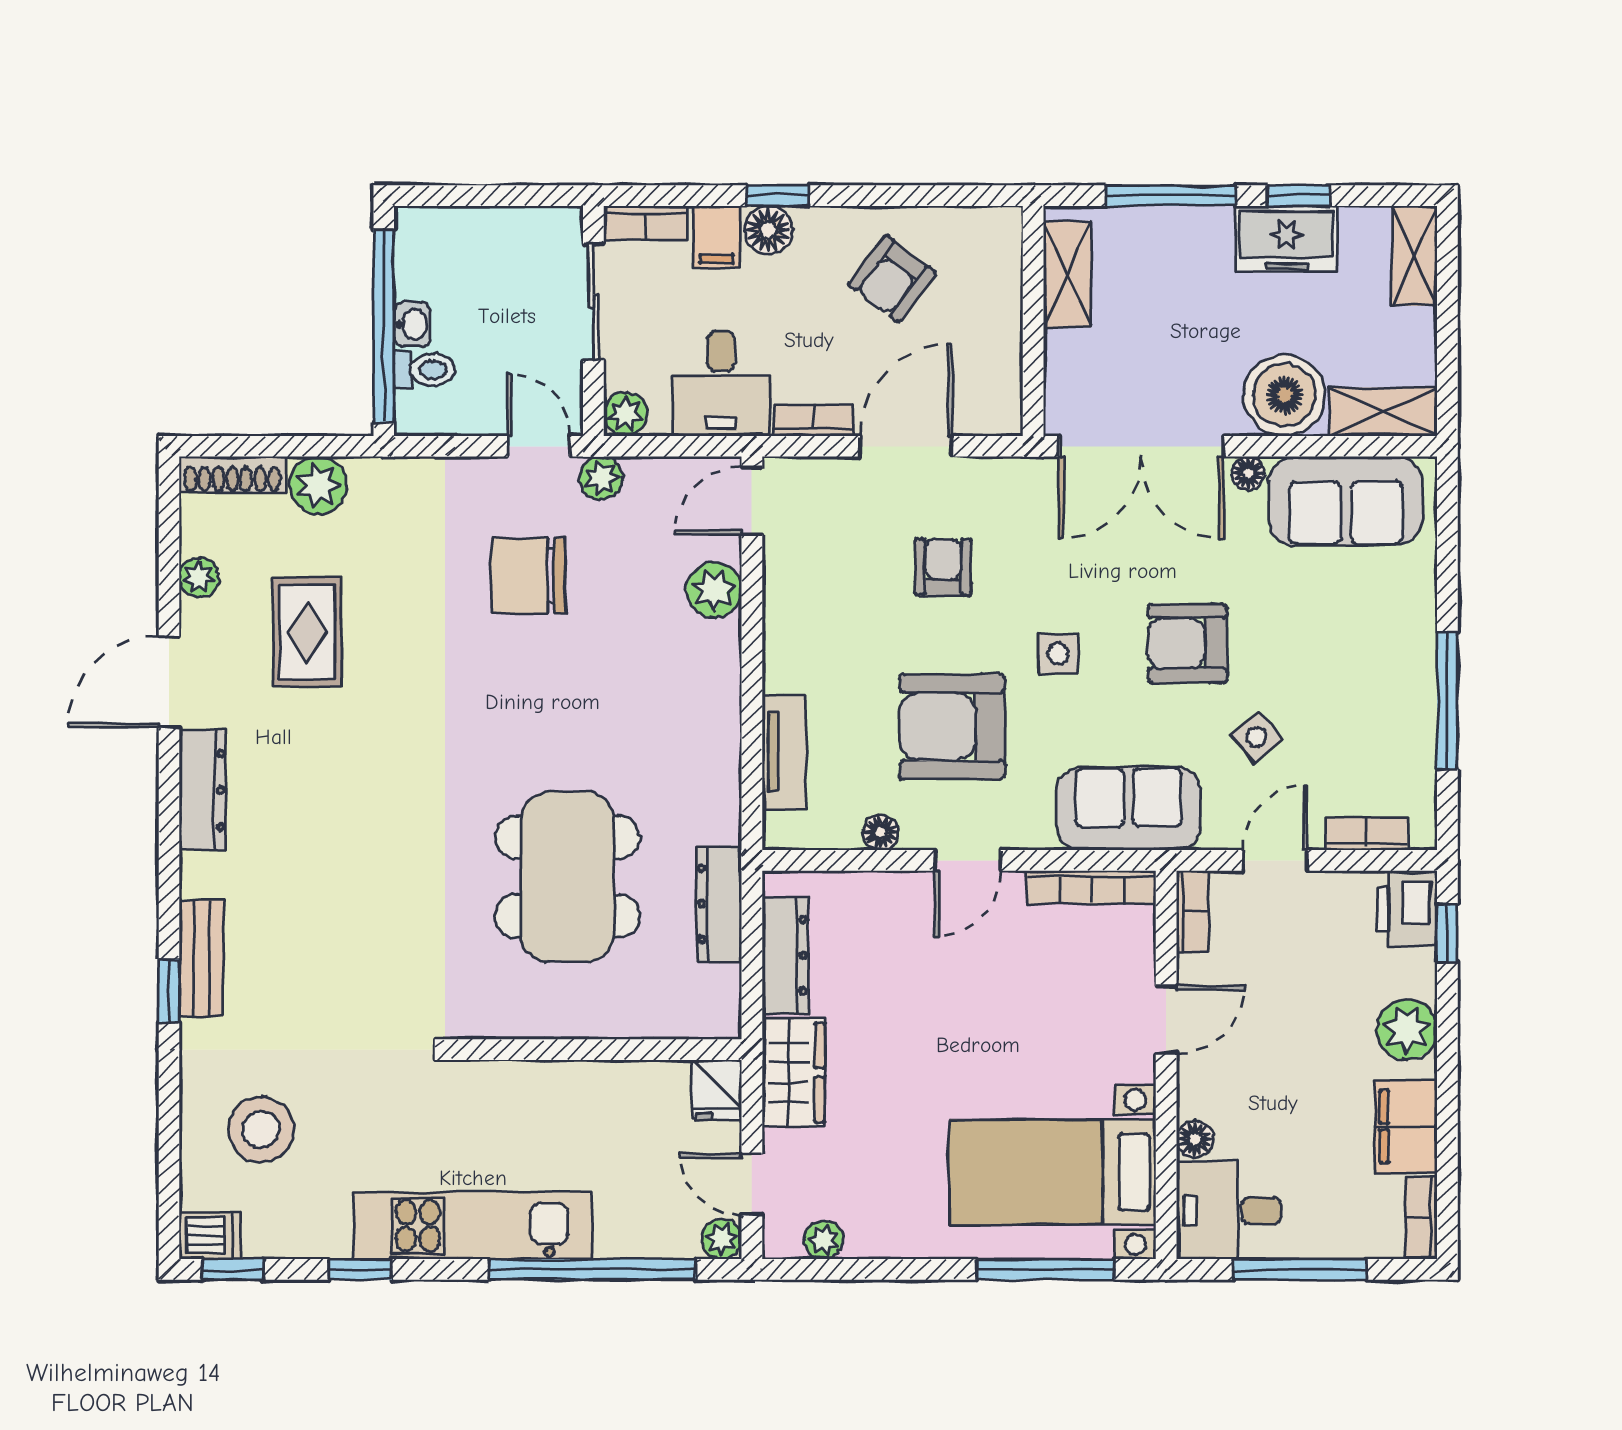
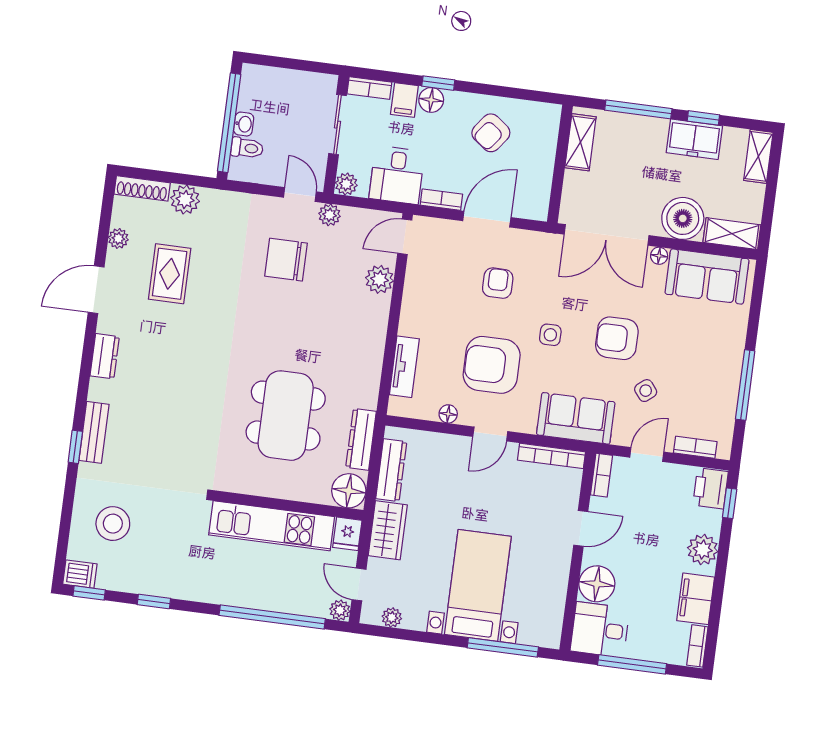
dresser: (203, 790) -> (105, 356), width x0.70
floor lamp: (708, 1006) -> (349, 491), added
floor lamp: (1195, 1139) -> (597, 584), width x1.89, depth x1.89
bed with nightstands: (1053, 1172) -> (478, 585), moved, turned 90
kitchen unit: (473, 1226) -> (272, 526), moved, turned 180

